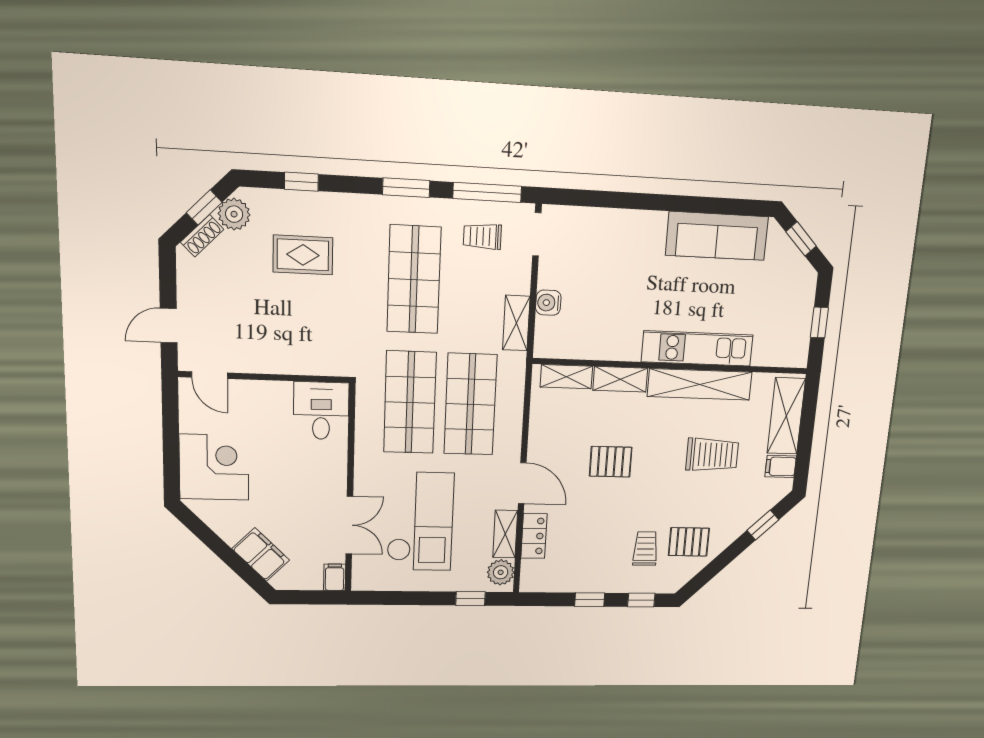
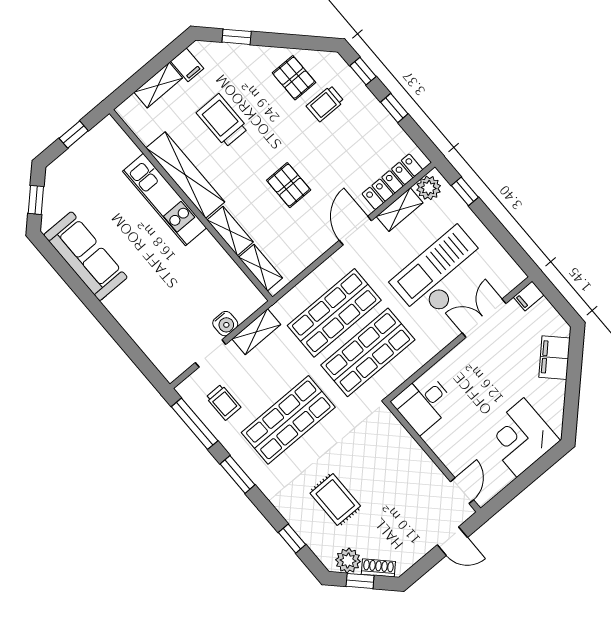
doorway: (537, 234) -> (211, 353), moved
shelving: (786, 416) -> (158, 85), width x0.67, depth x0.75
locker: (534, 536) -> (392, 182), width x1.53

